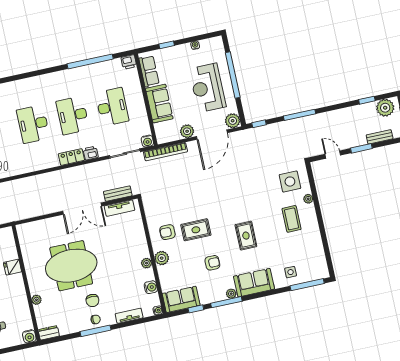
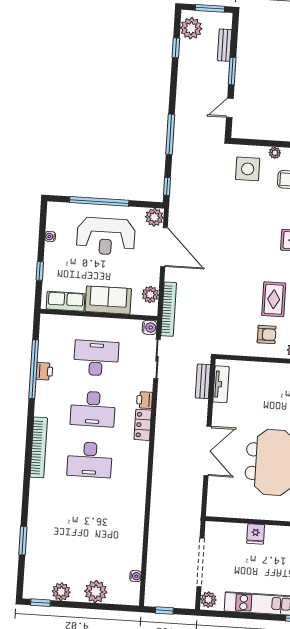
printer: (129, 62) -> (44, 371), moved
bookcase: (31, 82) -> (39, 447), added
plant: (187, 131) -> (150, 295), moved
double door: (82, 209) -> (207, 451), moved
armchair: (167, 232) -> (267, 334), turned -90

